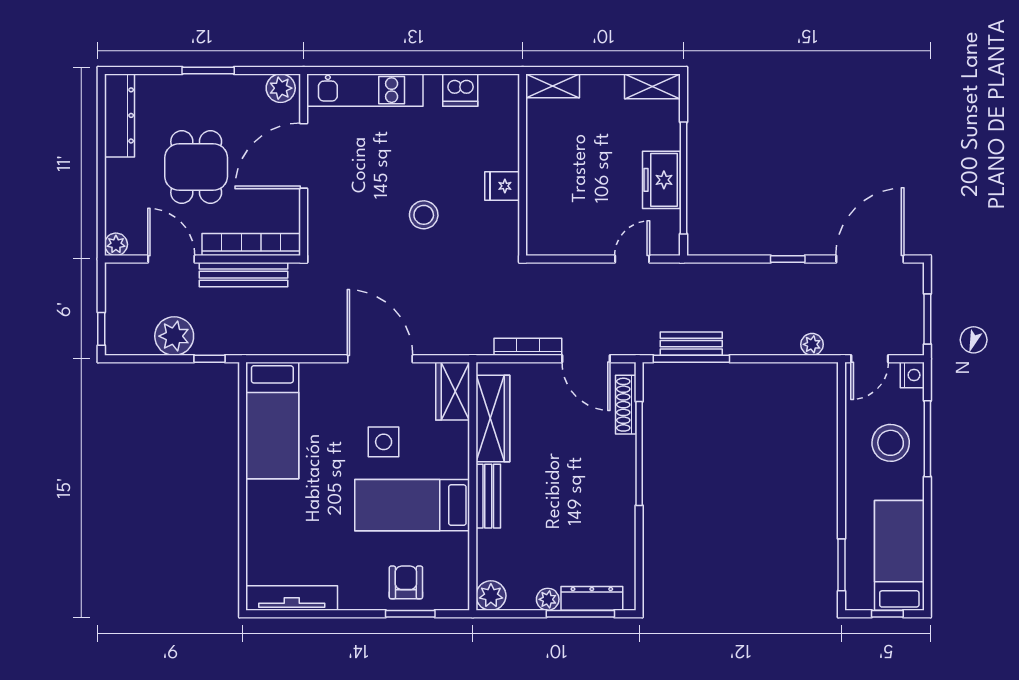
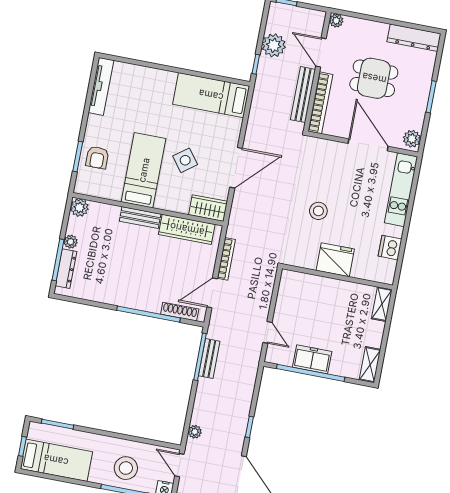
fridge: (502, 186) -> (335, 260), width x1.88, depth x1.34
door: (171, 259) -> (321, 52), swing flipped
side table: (384, 442) -> (185, 160), turned -37
armchair: (406, 582) -> (97, 158), turned 90

